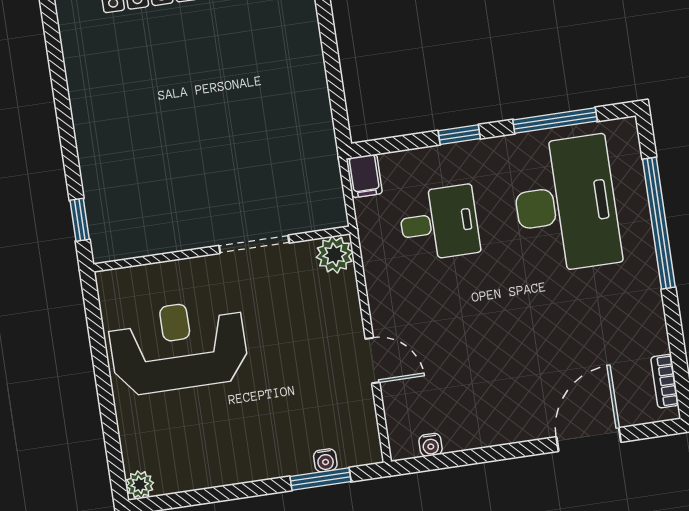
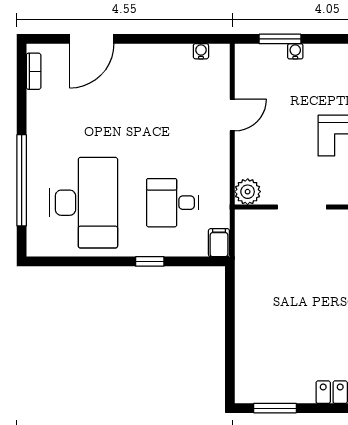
window: (555, 121) -> (83, 261), removed
desk: (566, 204) -> (84, 203), turned 180
door: (372, 361) -> (232, 115), swing flipped
water cooler: (325, 460) -> (295, 51), moved

